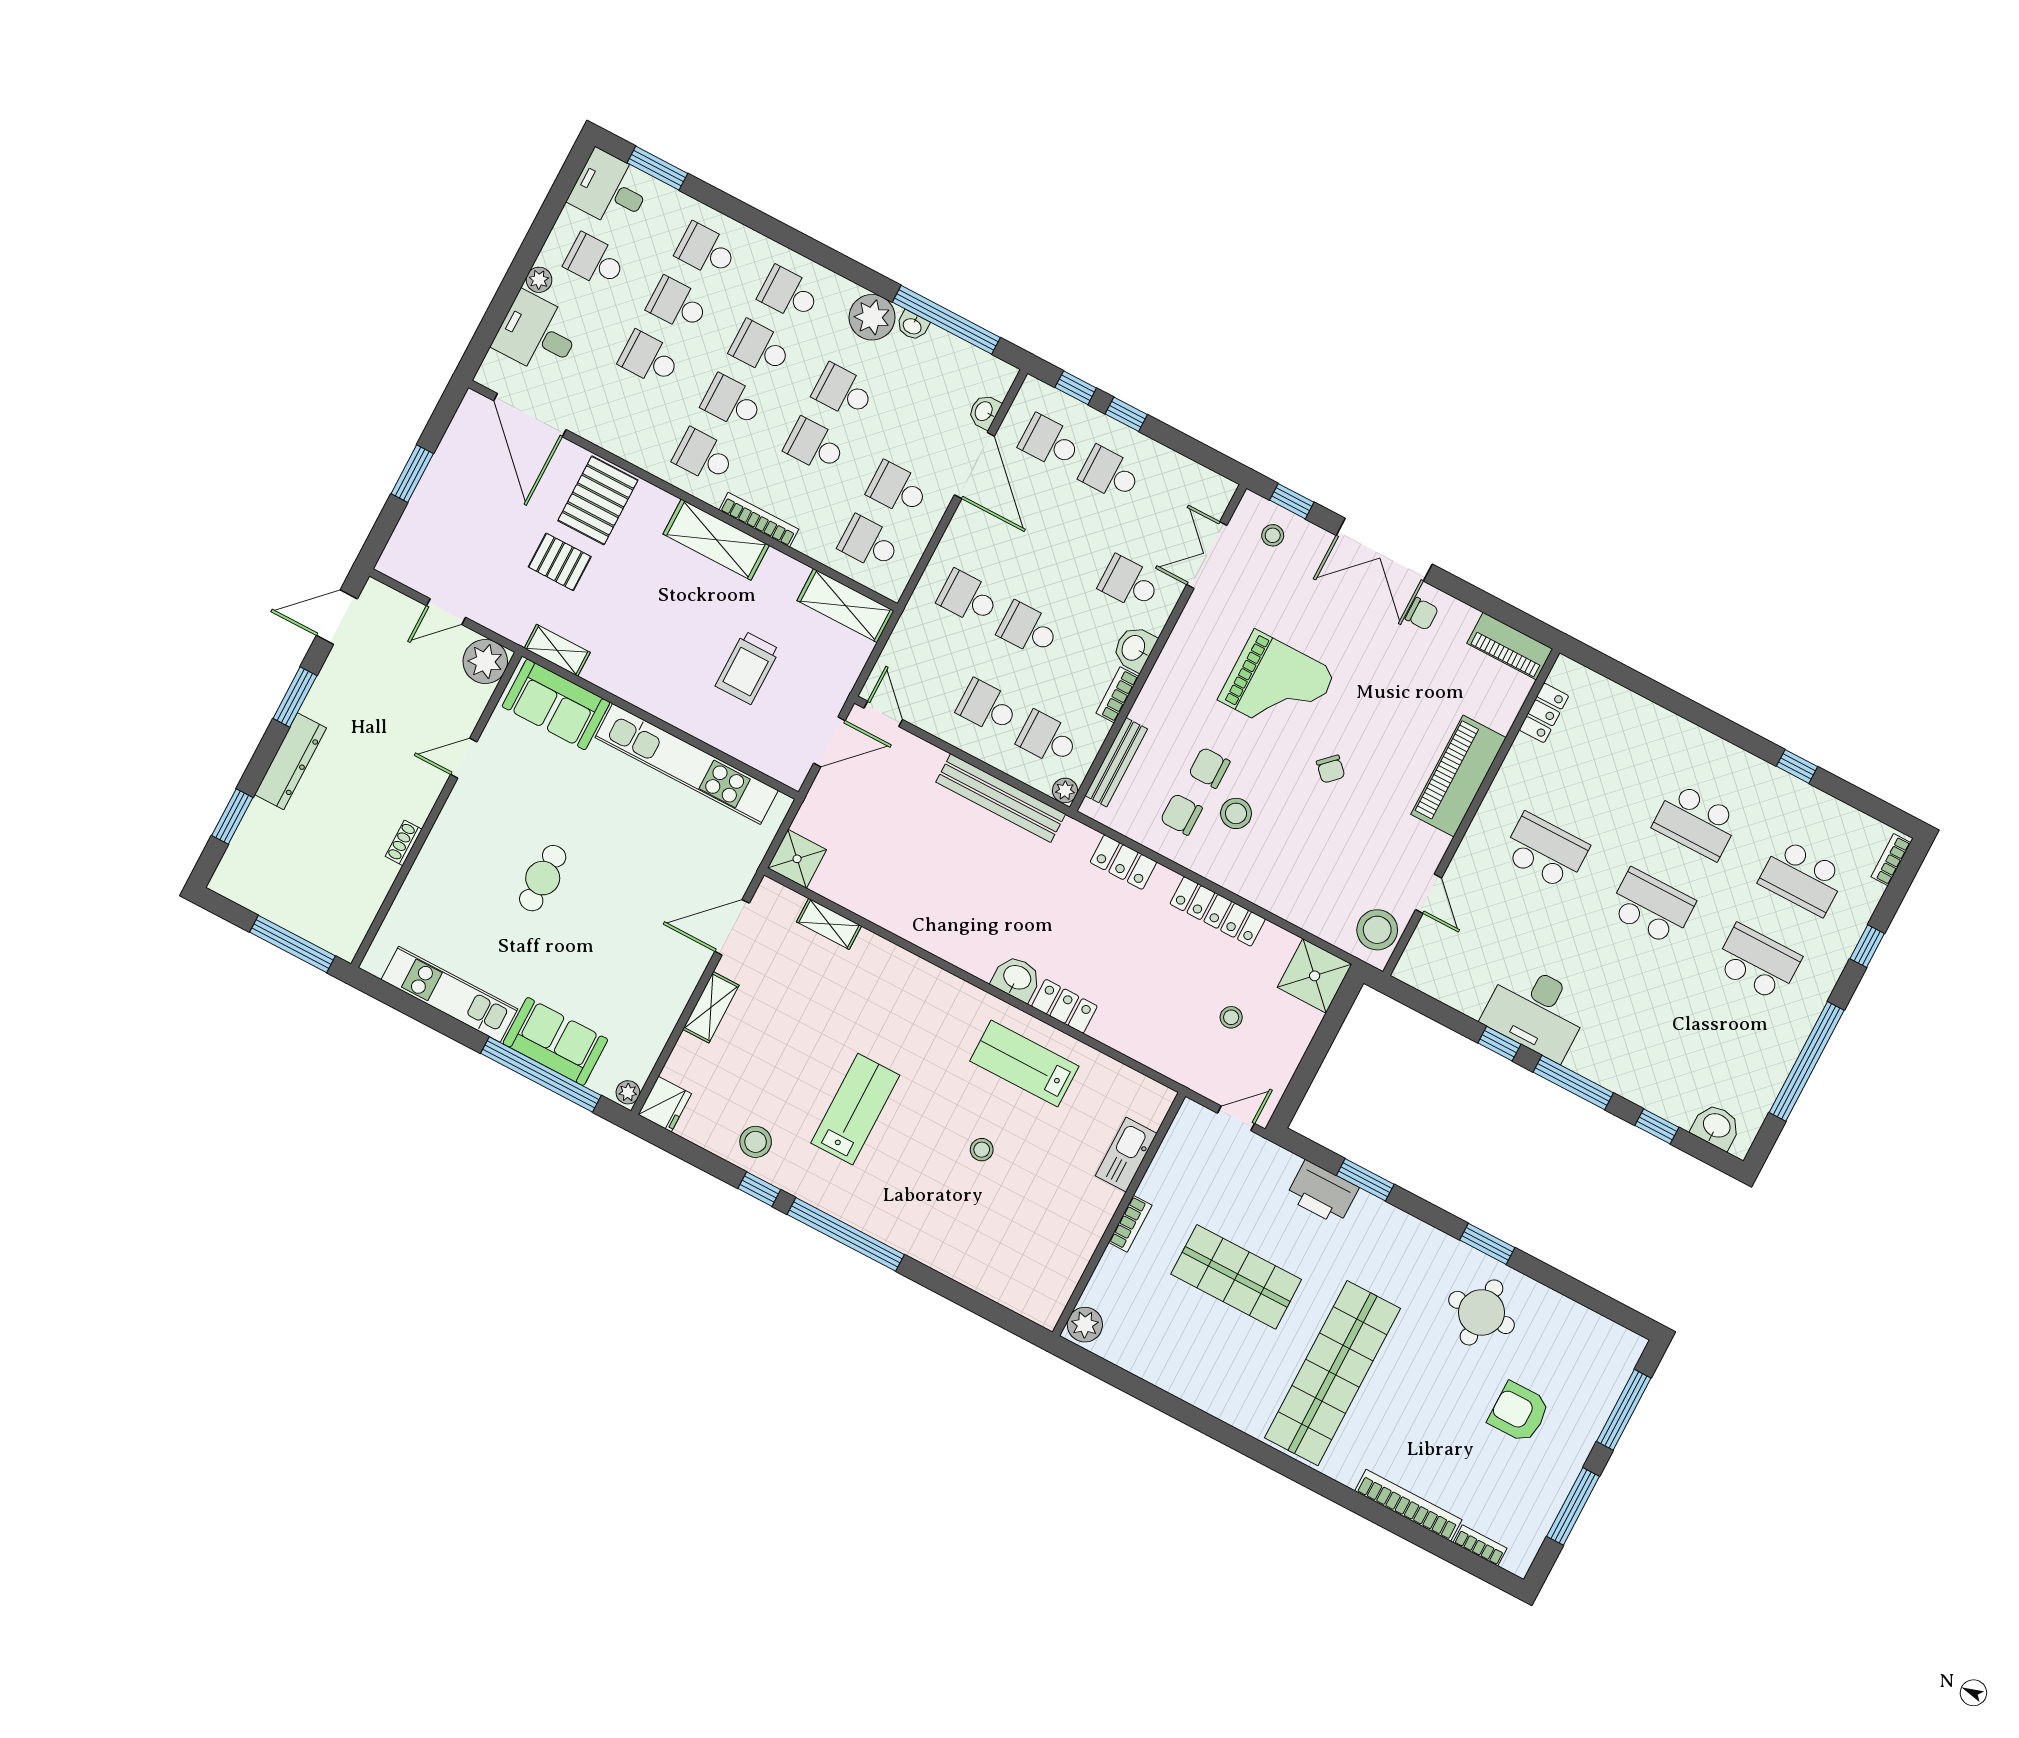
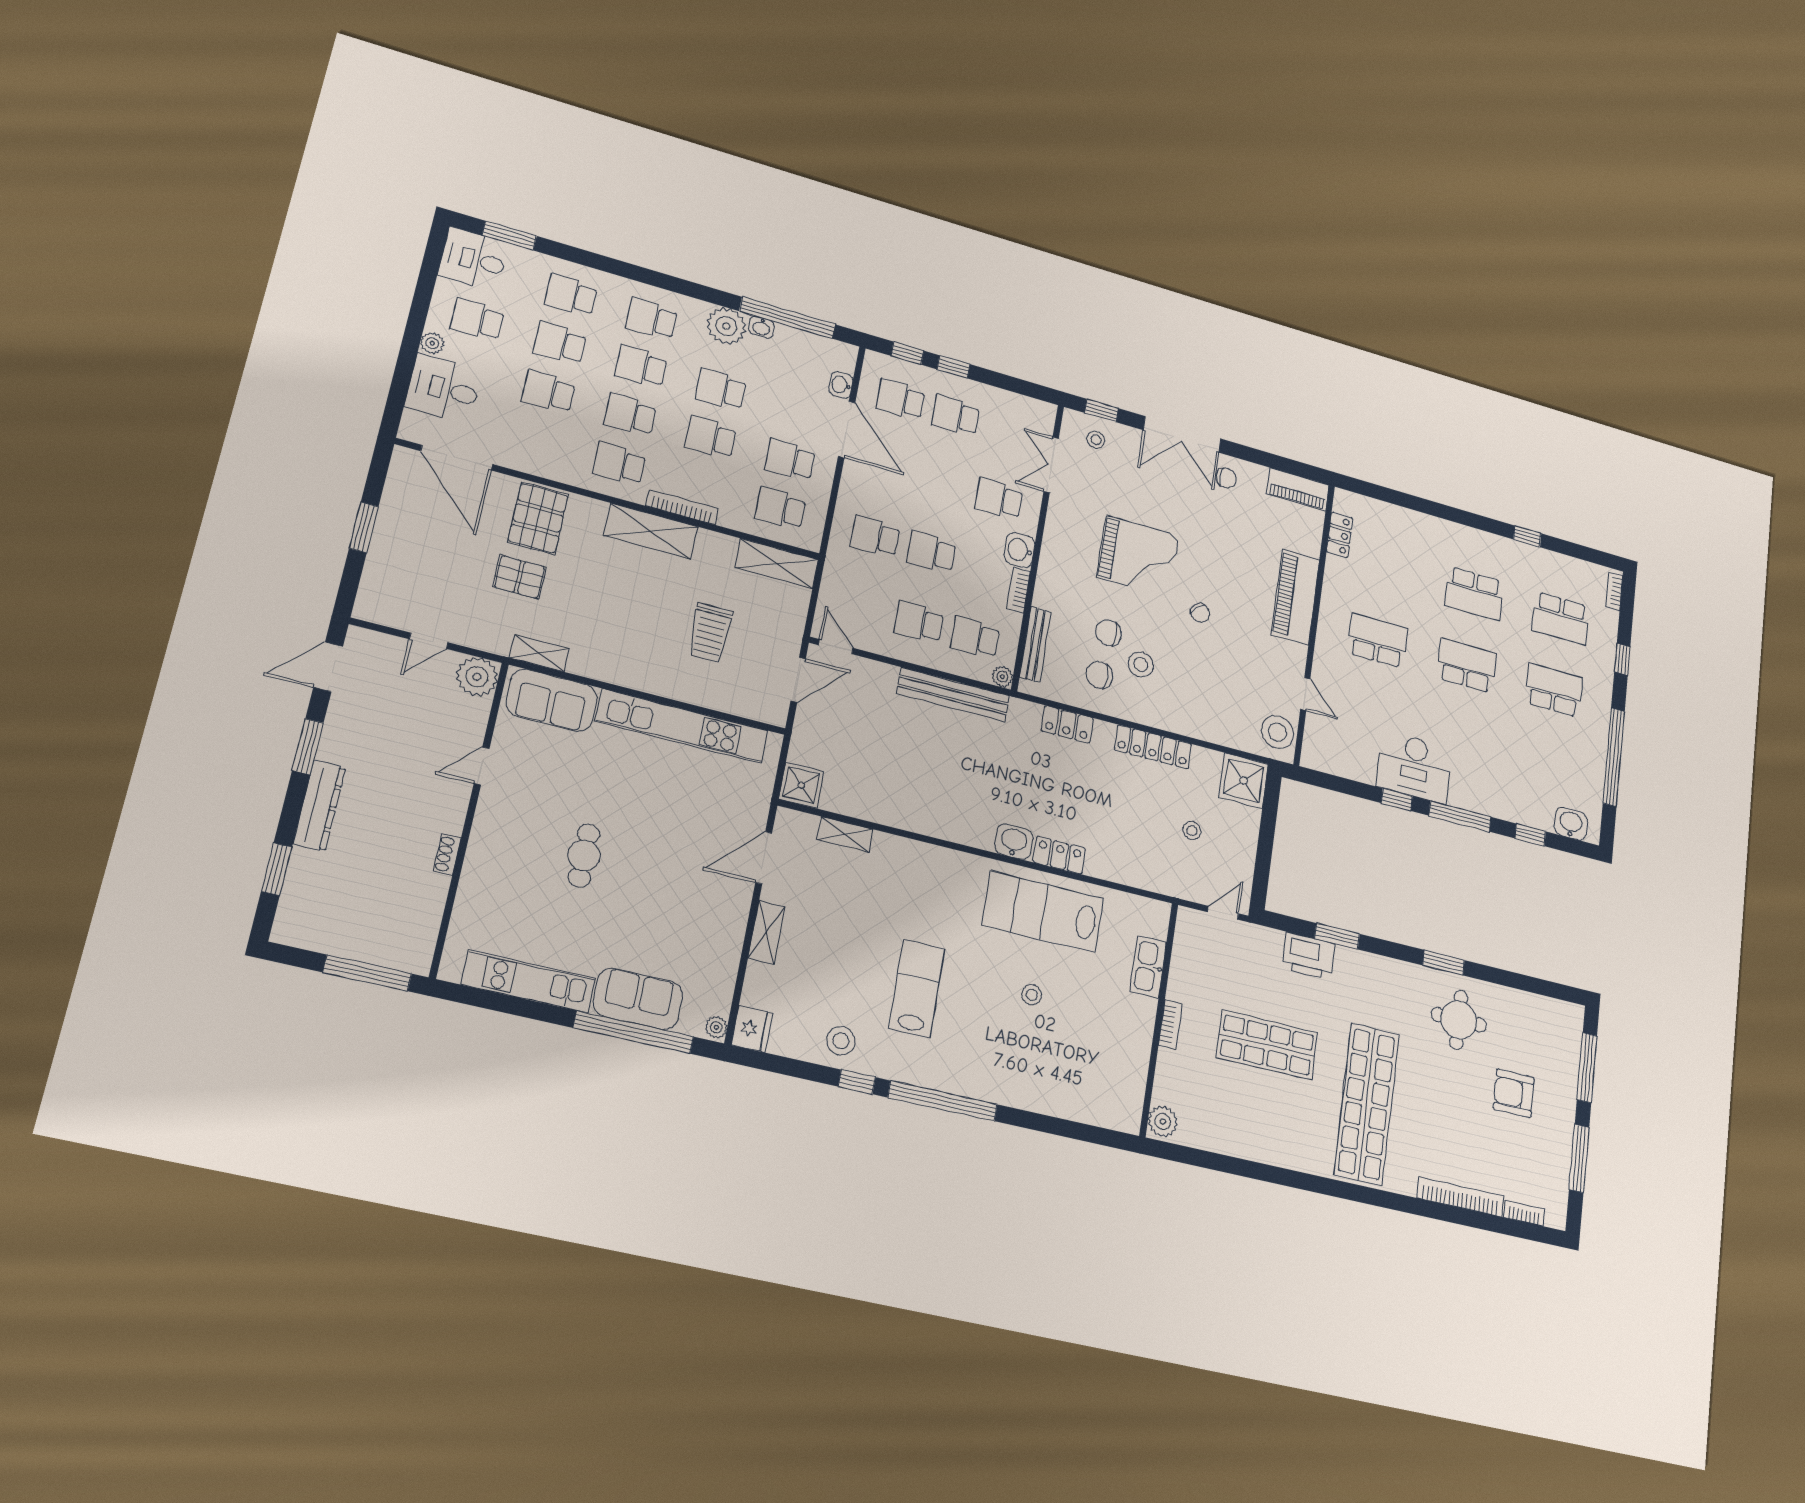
lab bench: (1024, 1064) -> (1043, 912), width x1.36, depth x1.39

